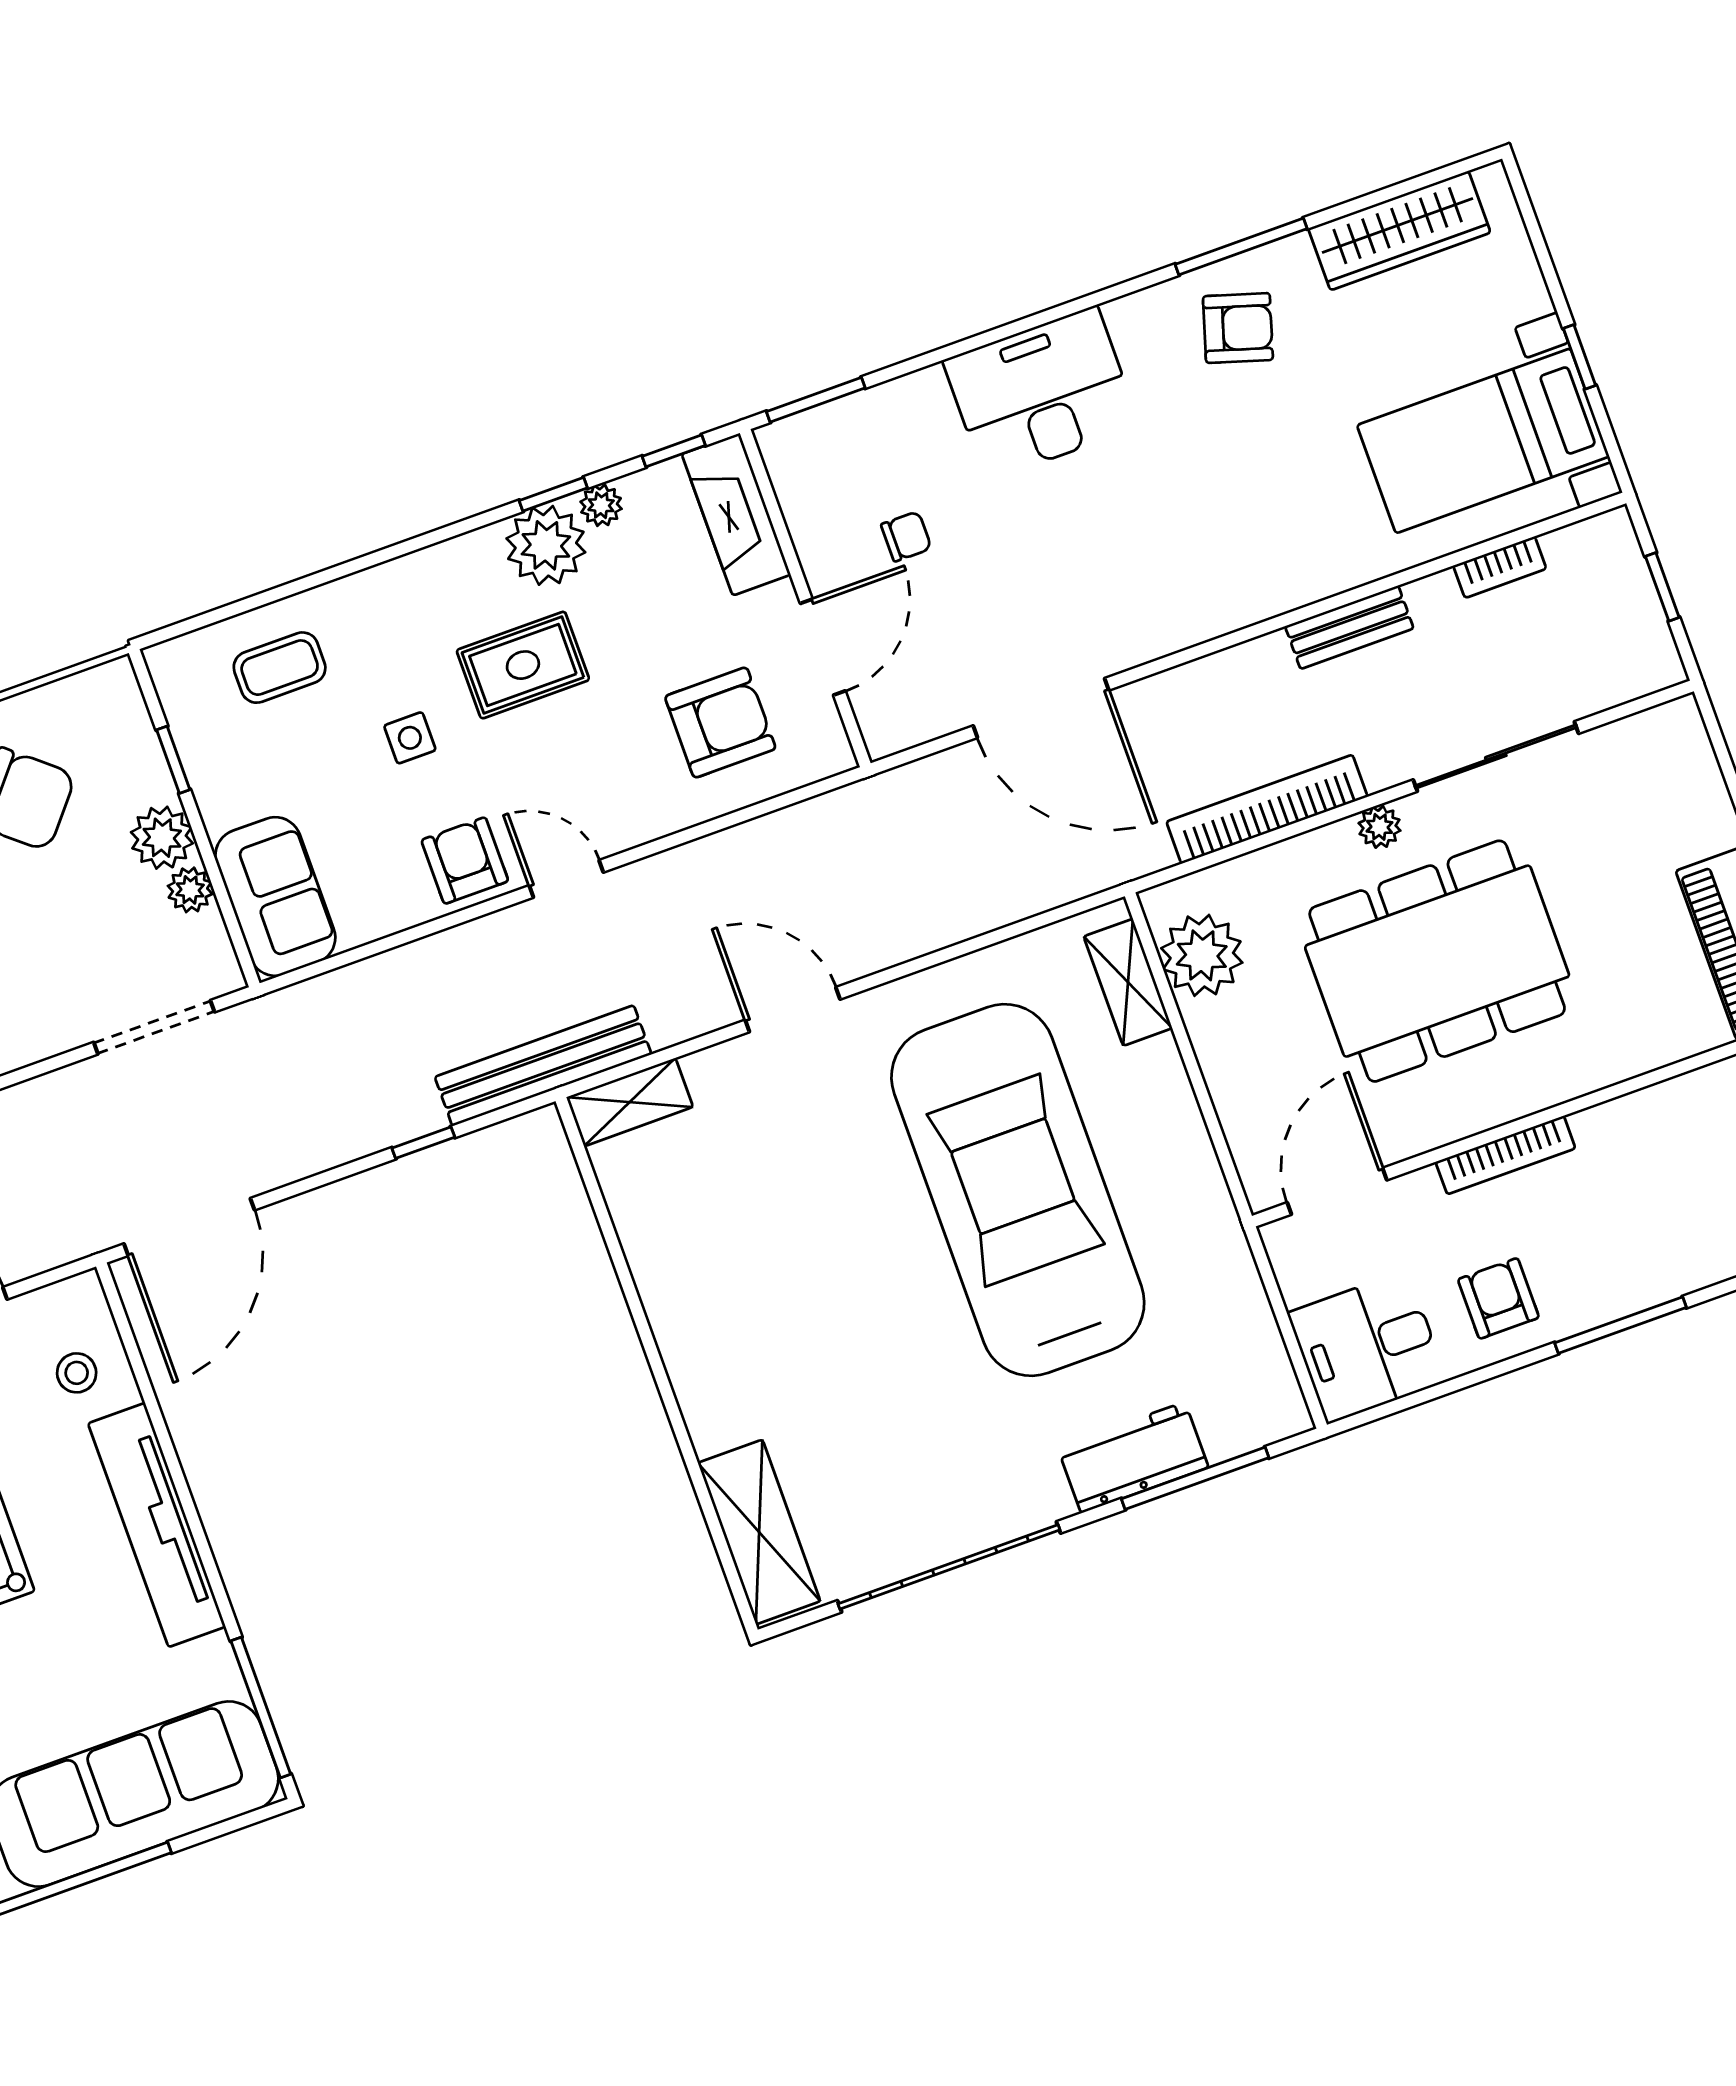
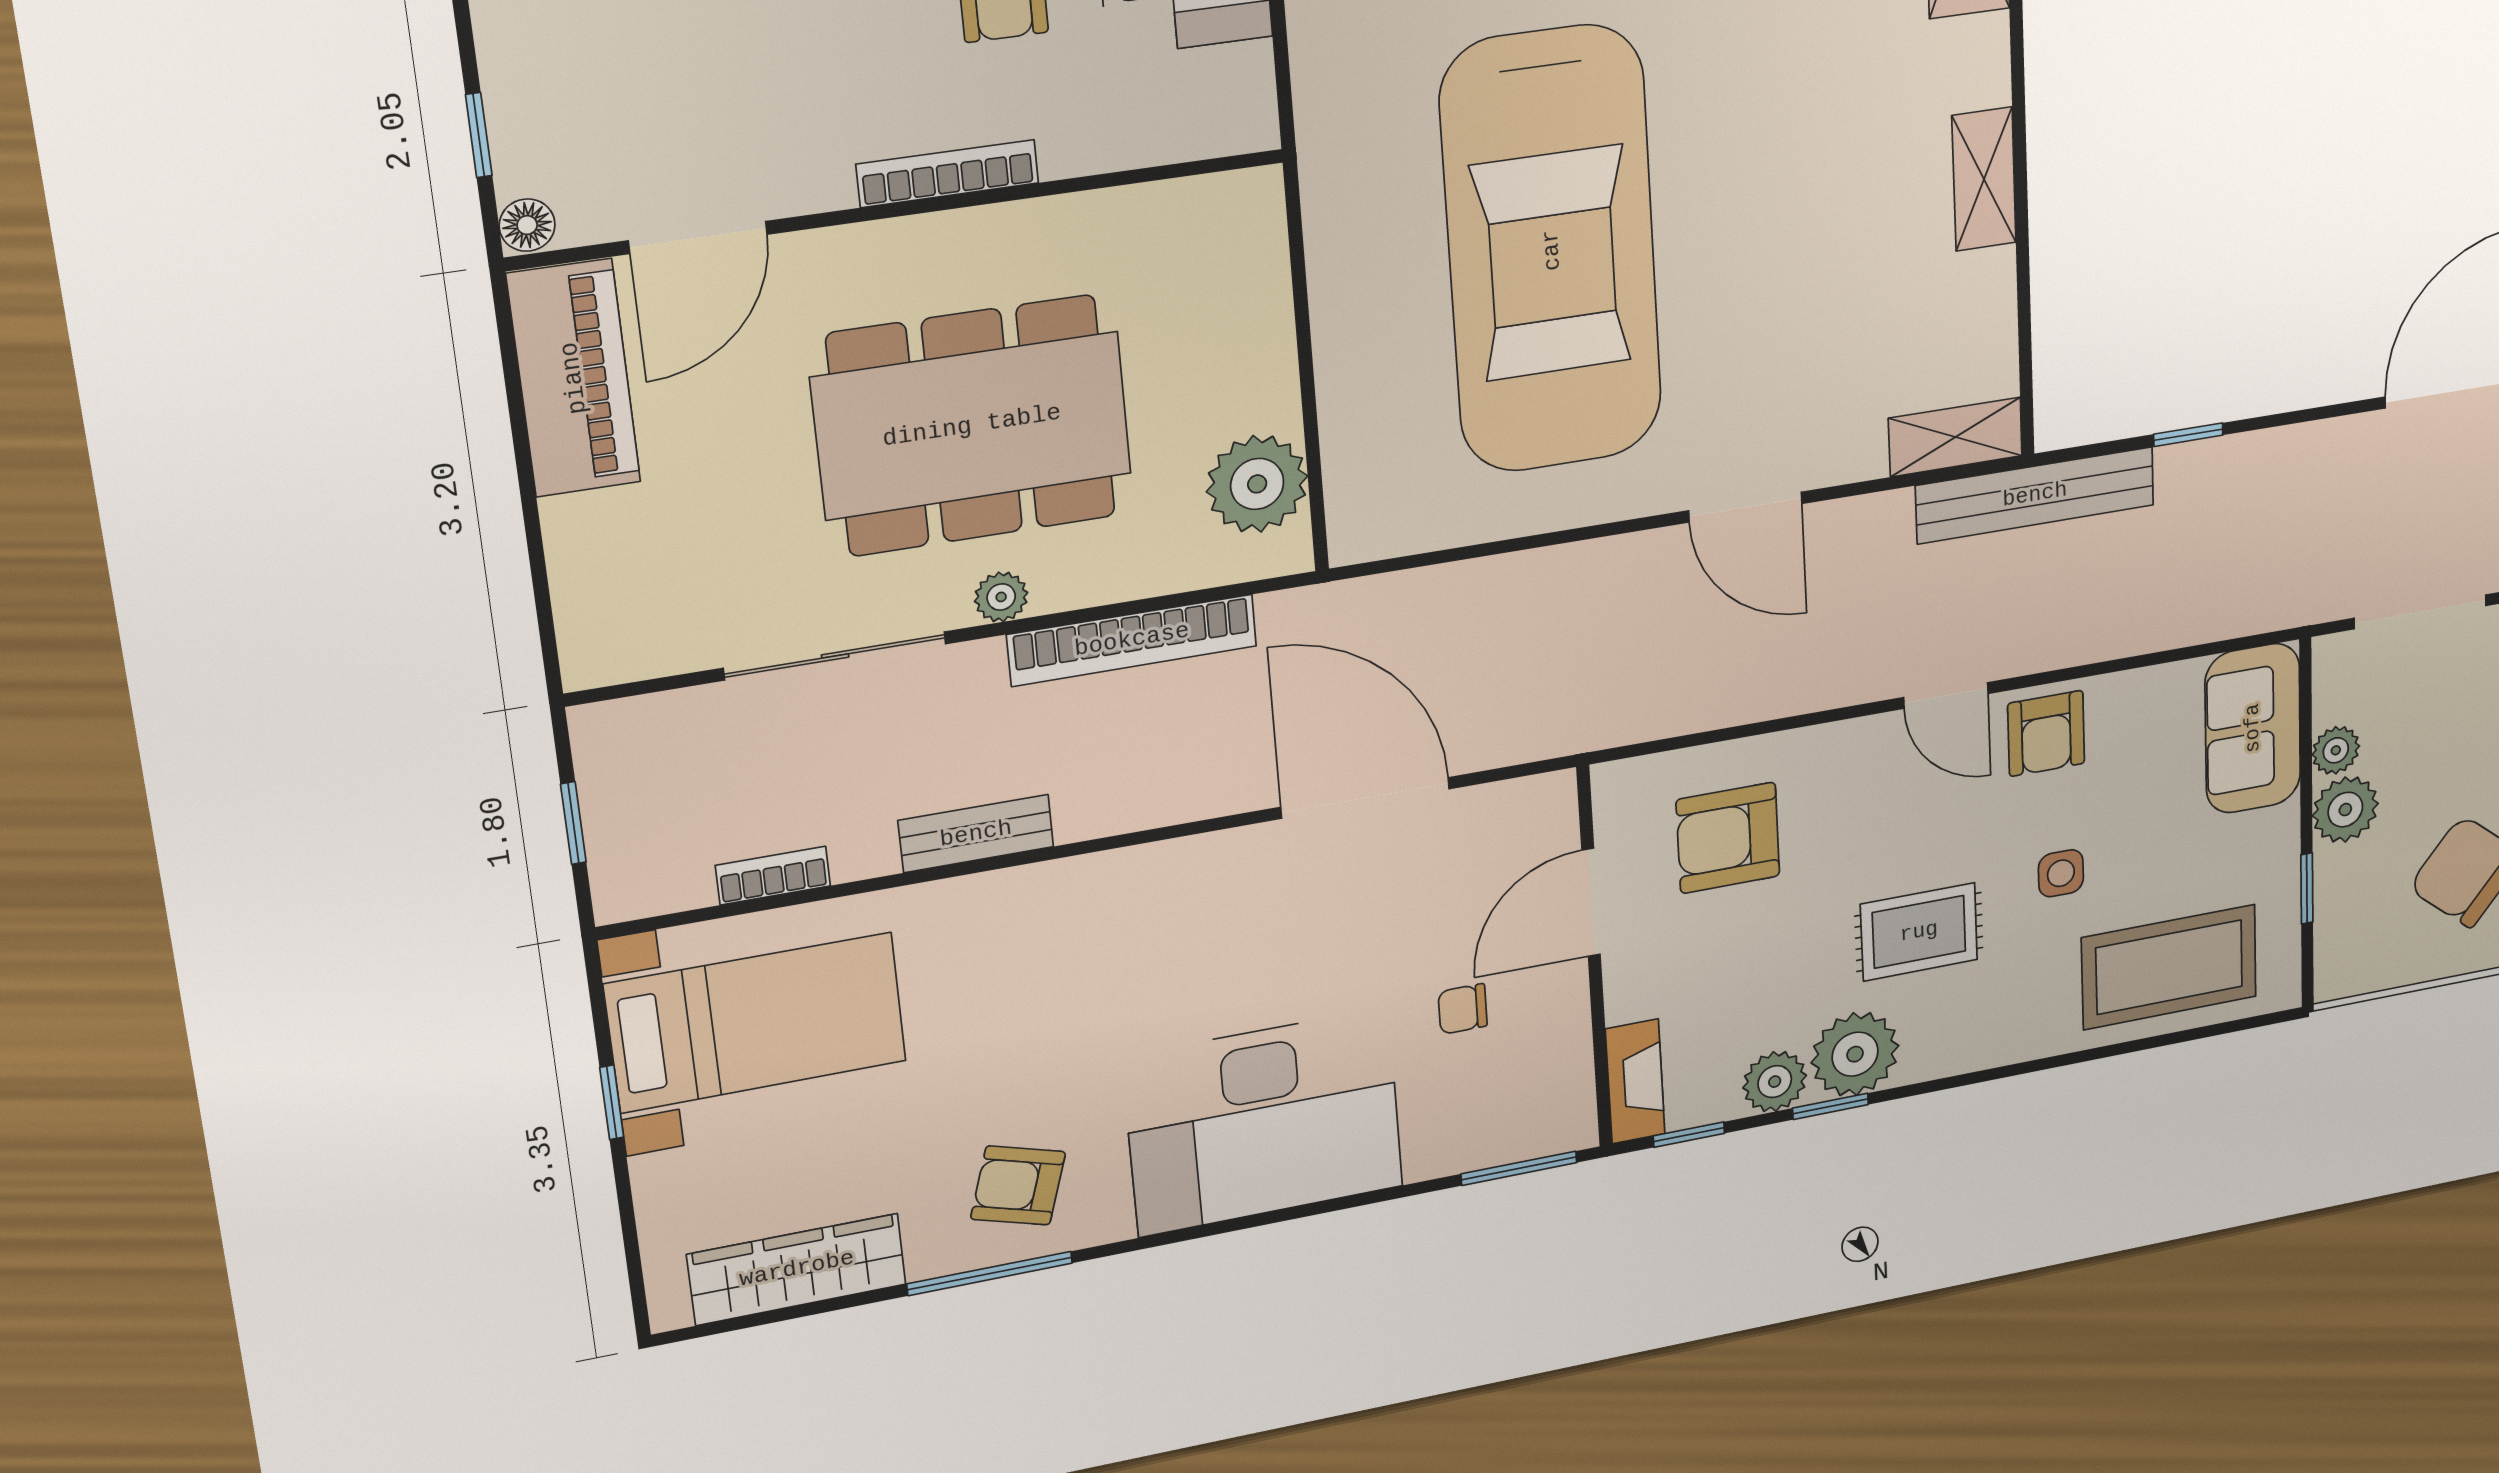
desk: (1041, 393) -> (1264, 1122), width x1.36, depth x1.30
plant: (601, 505) -> (1775, 1082), width x1.38, depth x1.38
fireplace: (736, 514) -> (1635, 1081), width x0.73, depth x0.76
coffee table: (280, 668) -> (2169, 967), width x1.86, depth x1.72
shelving: (1128, 982) -> (1984, 179), moved
door: (1337, 1191) -> (698, 238), moved

